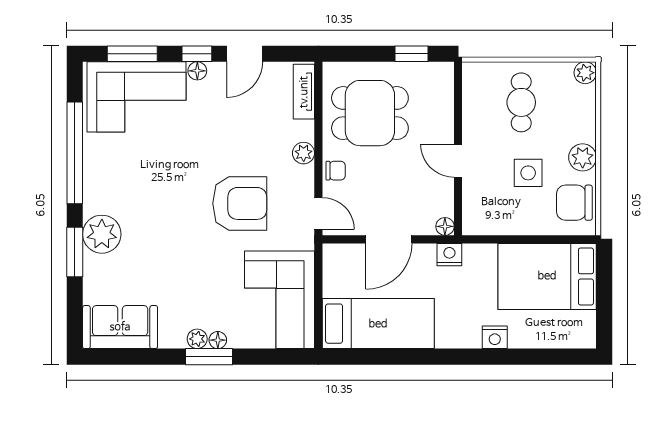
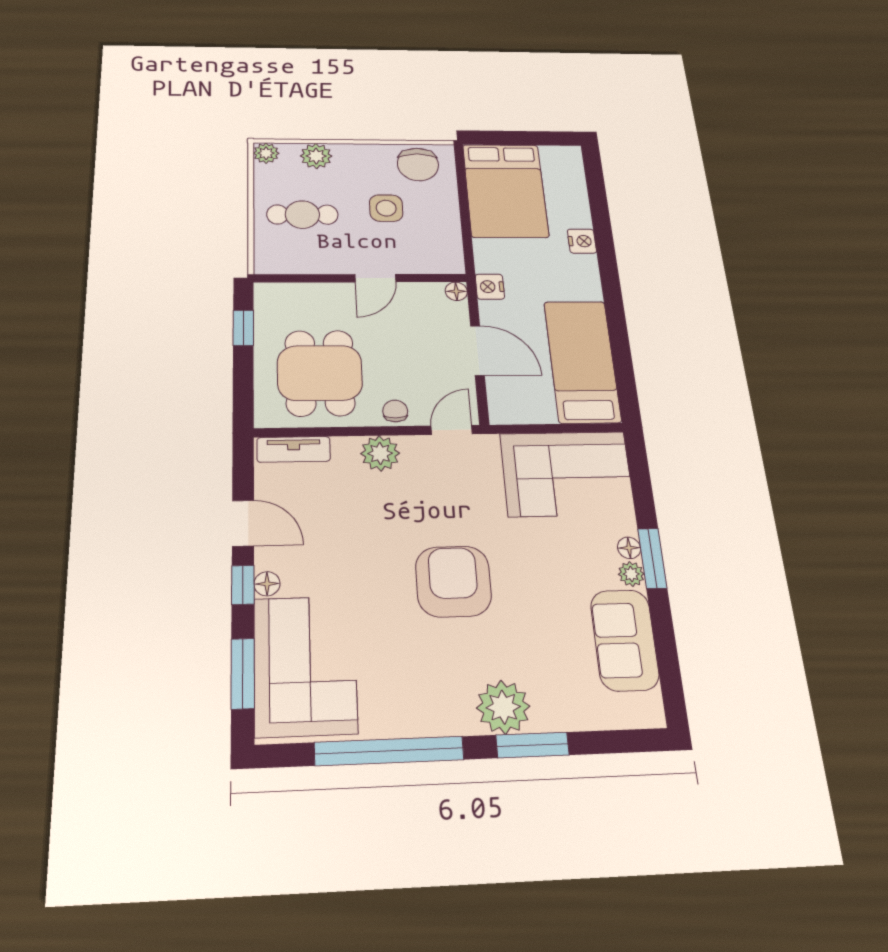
plant: (304, 153) -> (380, 453), width x1.38, depth x1.38
plant: (583, 157) -> (316, 156), moved
armchair: (240, 203) -> (453, 581), moved
sofa: (120, 327) -> (625, 640), moved

